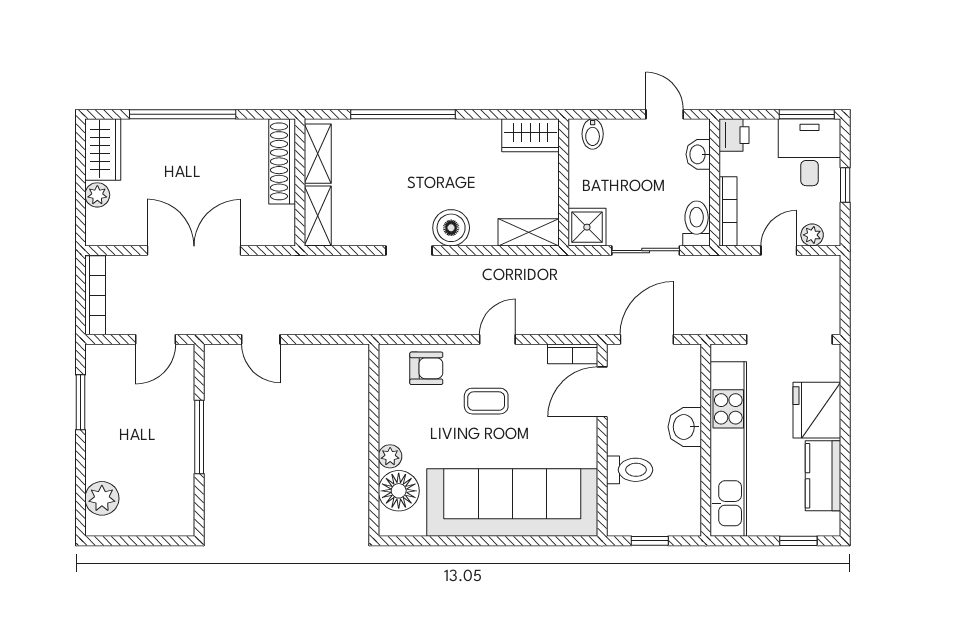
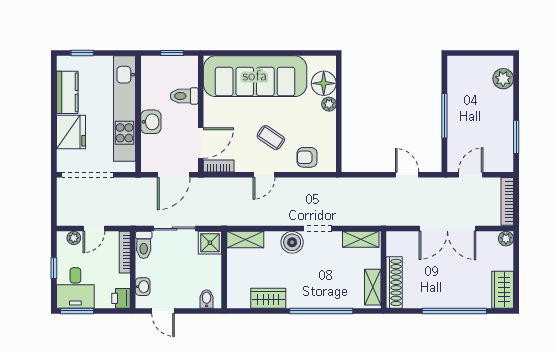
wardrobe: (530, 135) -> (268, 298), moved
plant: (97, 195) -> (506, 239), moved
shelving: (318, 216) -> (361, 239), moved, turned 90
coffee table: (486, 401) -> (271, 138), turned 34

